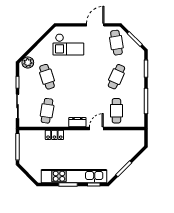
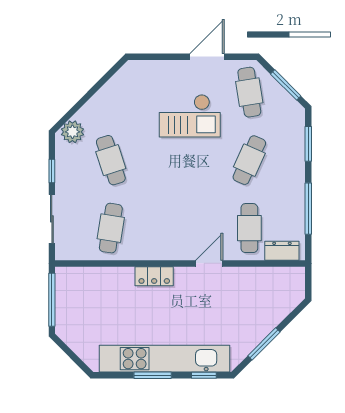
checkout: (68, 45) -> (190, 116), moved
dresser: (77, 122) -> (282, 251), moved
locker: (54, 135) -> (154, 276), moved

